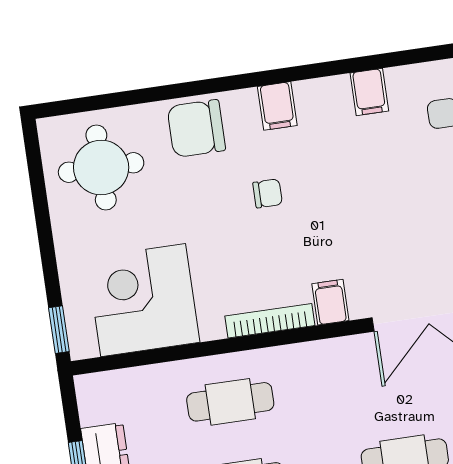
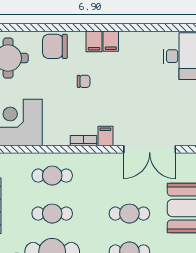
filing cabinet: (369, 92) -> (111, 41), moved
bookcase: (270, 321) -> (83, 141), width x0.64

